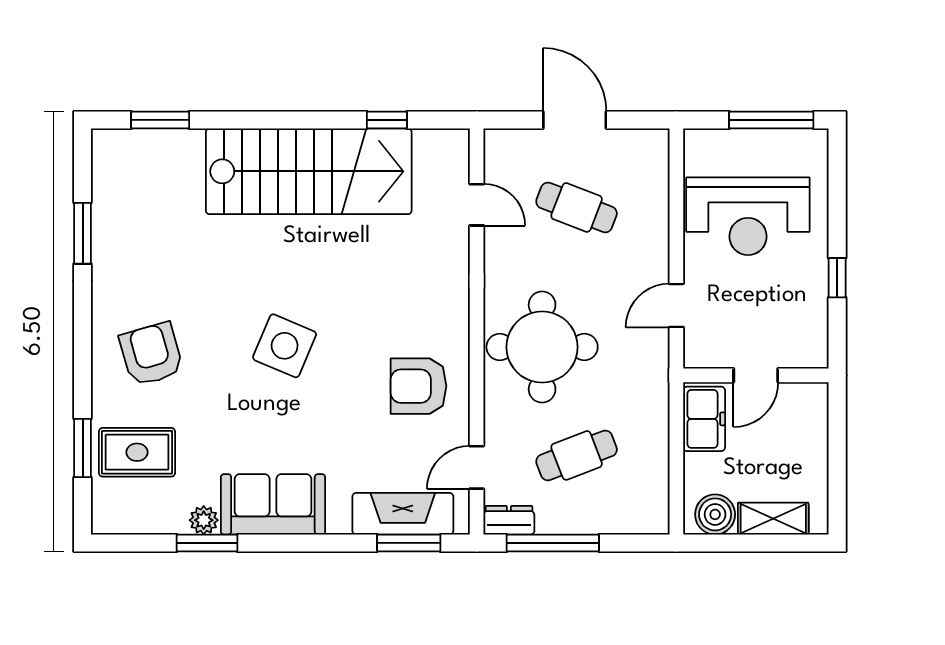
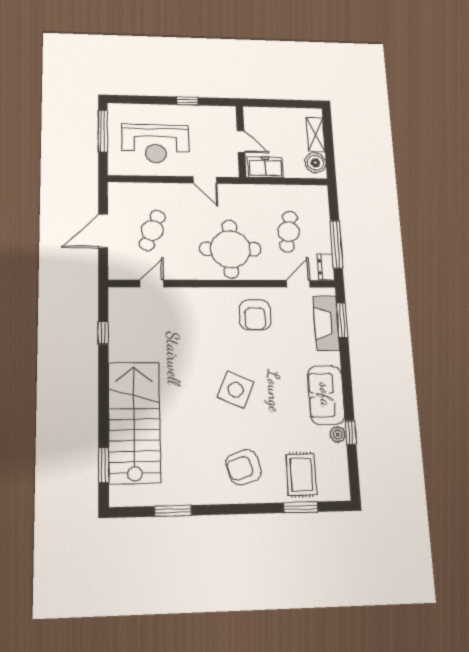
stairs: (309, 171) -> (134, 422), moved
reception desk: (748, 216) -> (156, 144), turned 90
cafe table: (577, 455) -> (289, 232), turned 30
door: (477, 467) -> (298, 284), swing flipped
window: (207, 543) -> (351, 432), width x0.67

